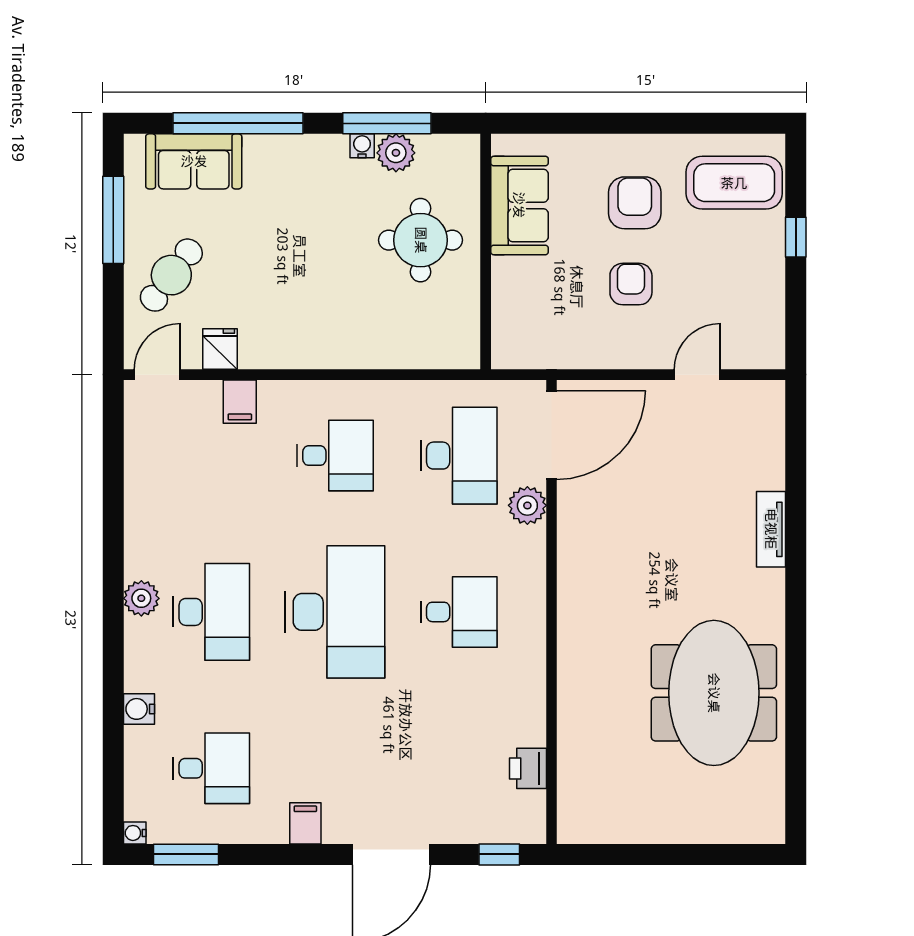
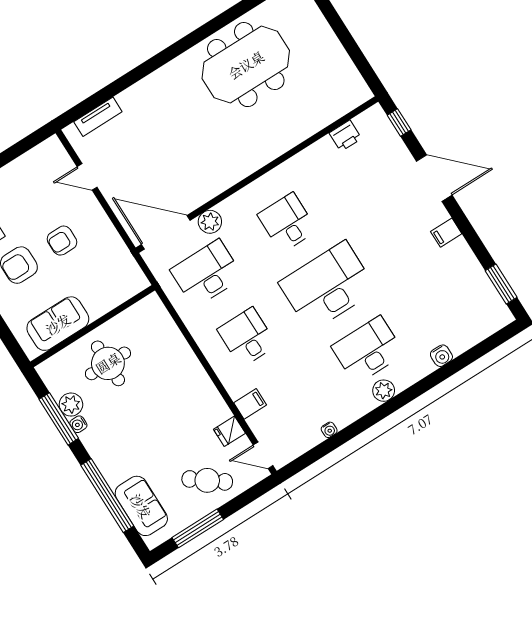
tv unit: (771, 529) -> (98, 117), moved
desk: (211, 768) -> (449, 299), removed
water cooler: (135, 833) -> (329, 430), moved

